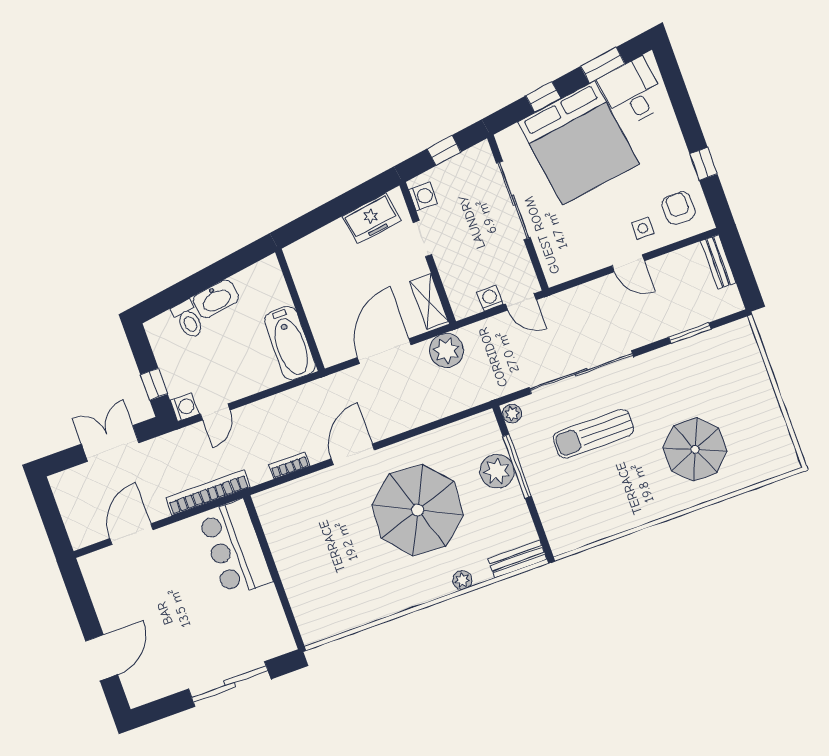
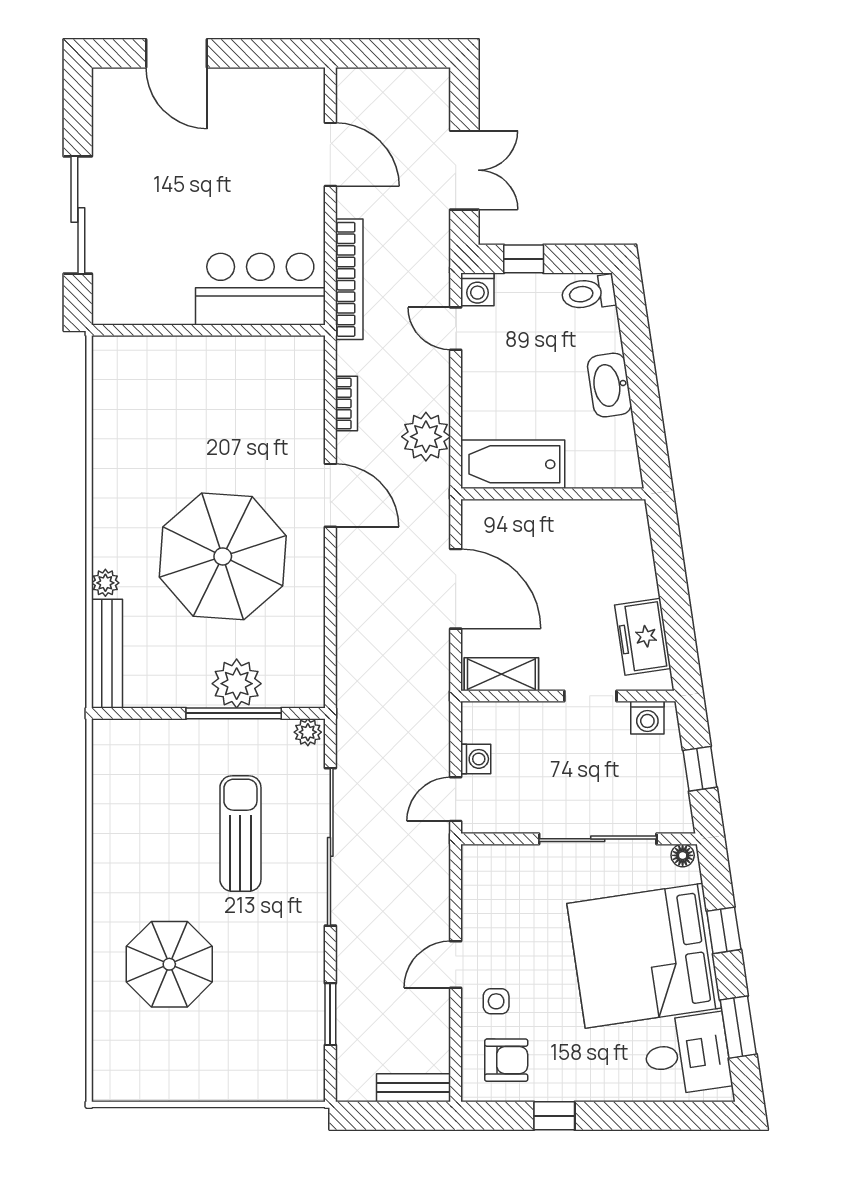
floor lamp: (504, 141) -> (683, 855), added
toilet: (188, 320) -> (588, 293), moved
plant: (446, 351) -> (426, 437), moved
bench: (517, 559) -> (107, 654), width x1.36

